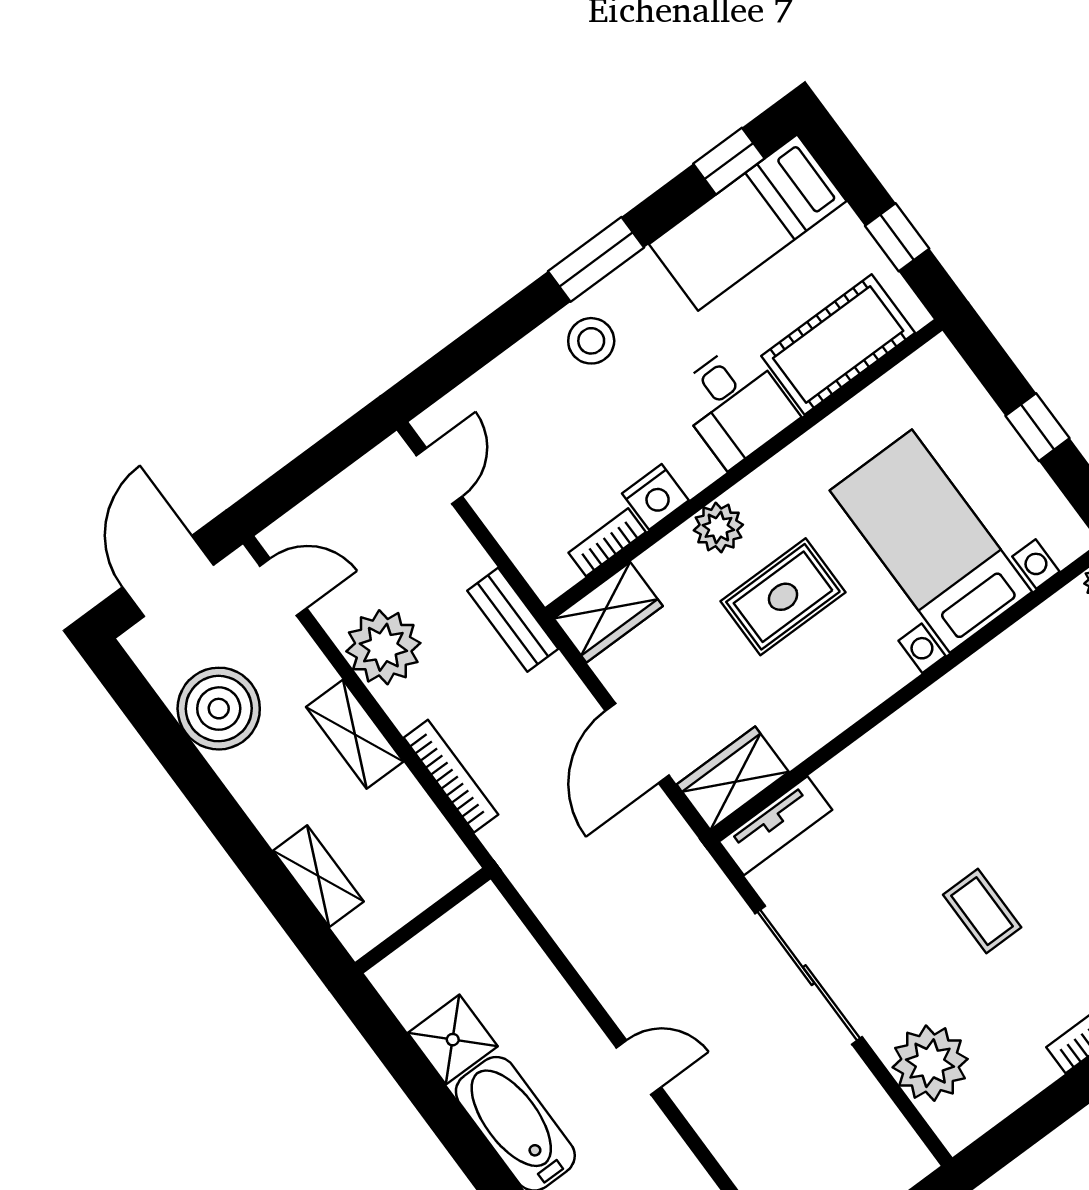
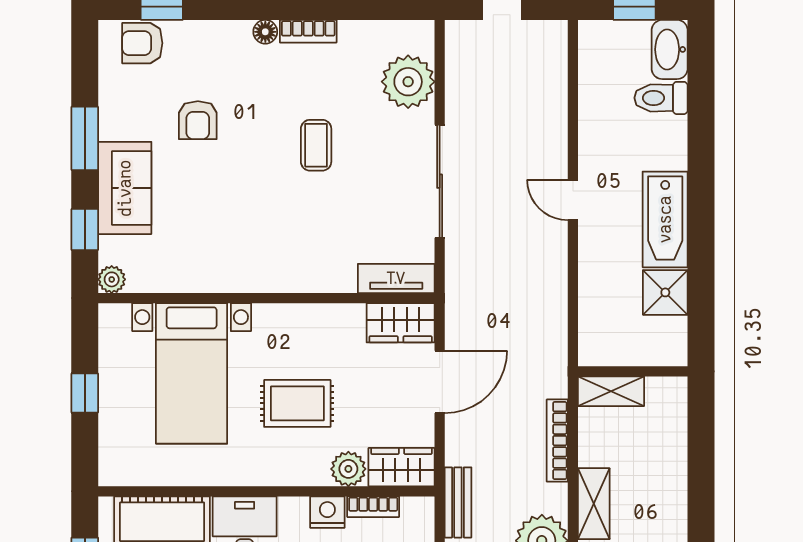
plant: (718, 527) -> (348, 469), moved
shelving: (318, 876) -> (611, 391), moved, turned 90

